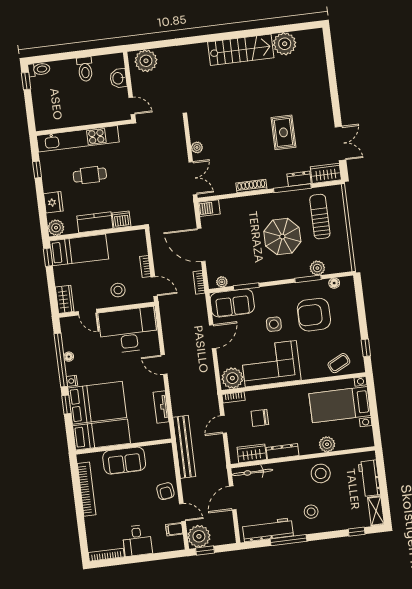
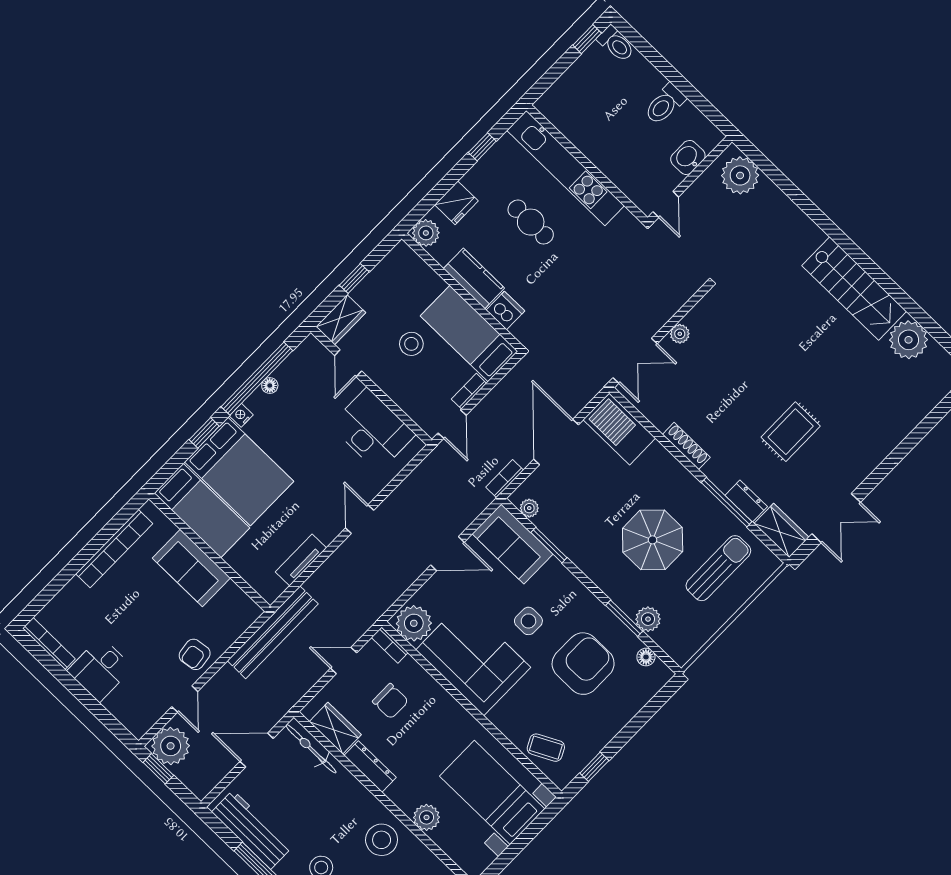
barbecue: (209, 208) -> (619, 429), width x1.88, depth x1.53
bed: (79, 250) -> (469, 334), moved, turned 180
window: (48, 257) -> (354, 279), moved
stool: (118, 290) -> (411, 344), moved
armchair: (314, 315) -> (583, 664), turned 90
desk: (128, 330) -> (373, 430), width x0.73, depth x0.77
chair: (260, 418) -> (390, 701), turned 180
filing cabinet: (174, 529) -> (154, 706), removed

